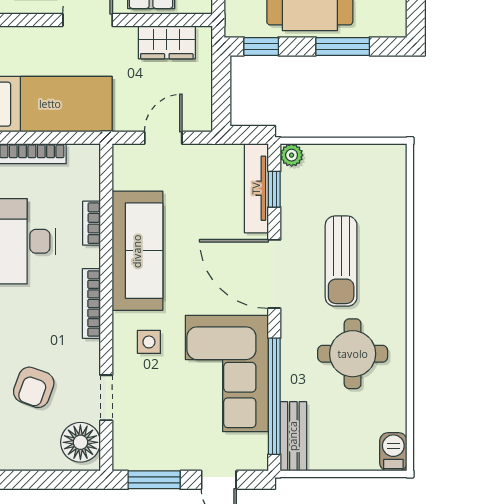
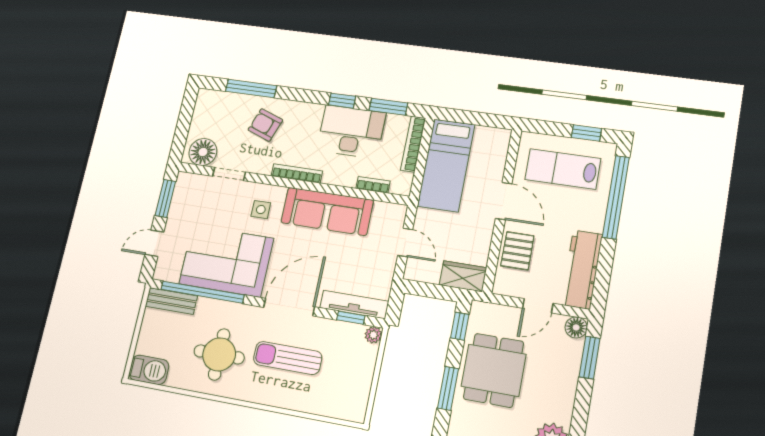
wardrobe: (167, 42) -> (463, 276), moved, turned 90
bookcase: (92, 223) -> (373, 185), moved
armchair: (34, 387) -> (265, 125), moved
barbecue: (393, 452) -> (149, 370), width x1.38, depth x1.27

